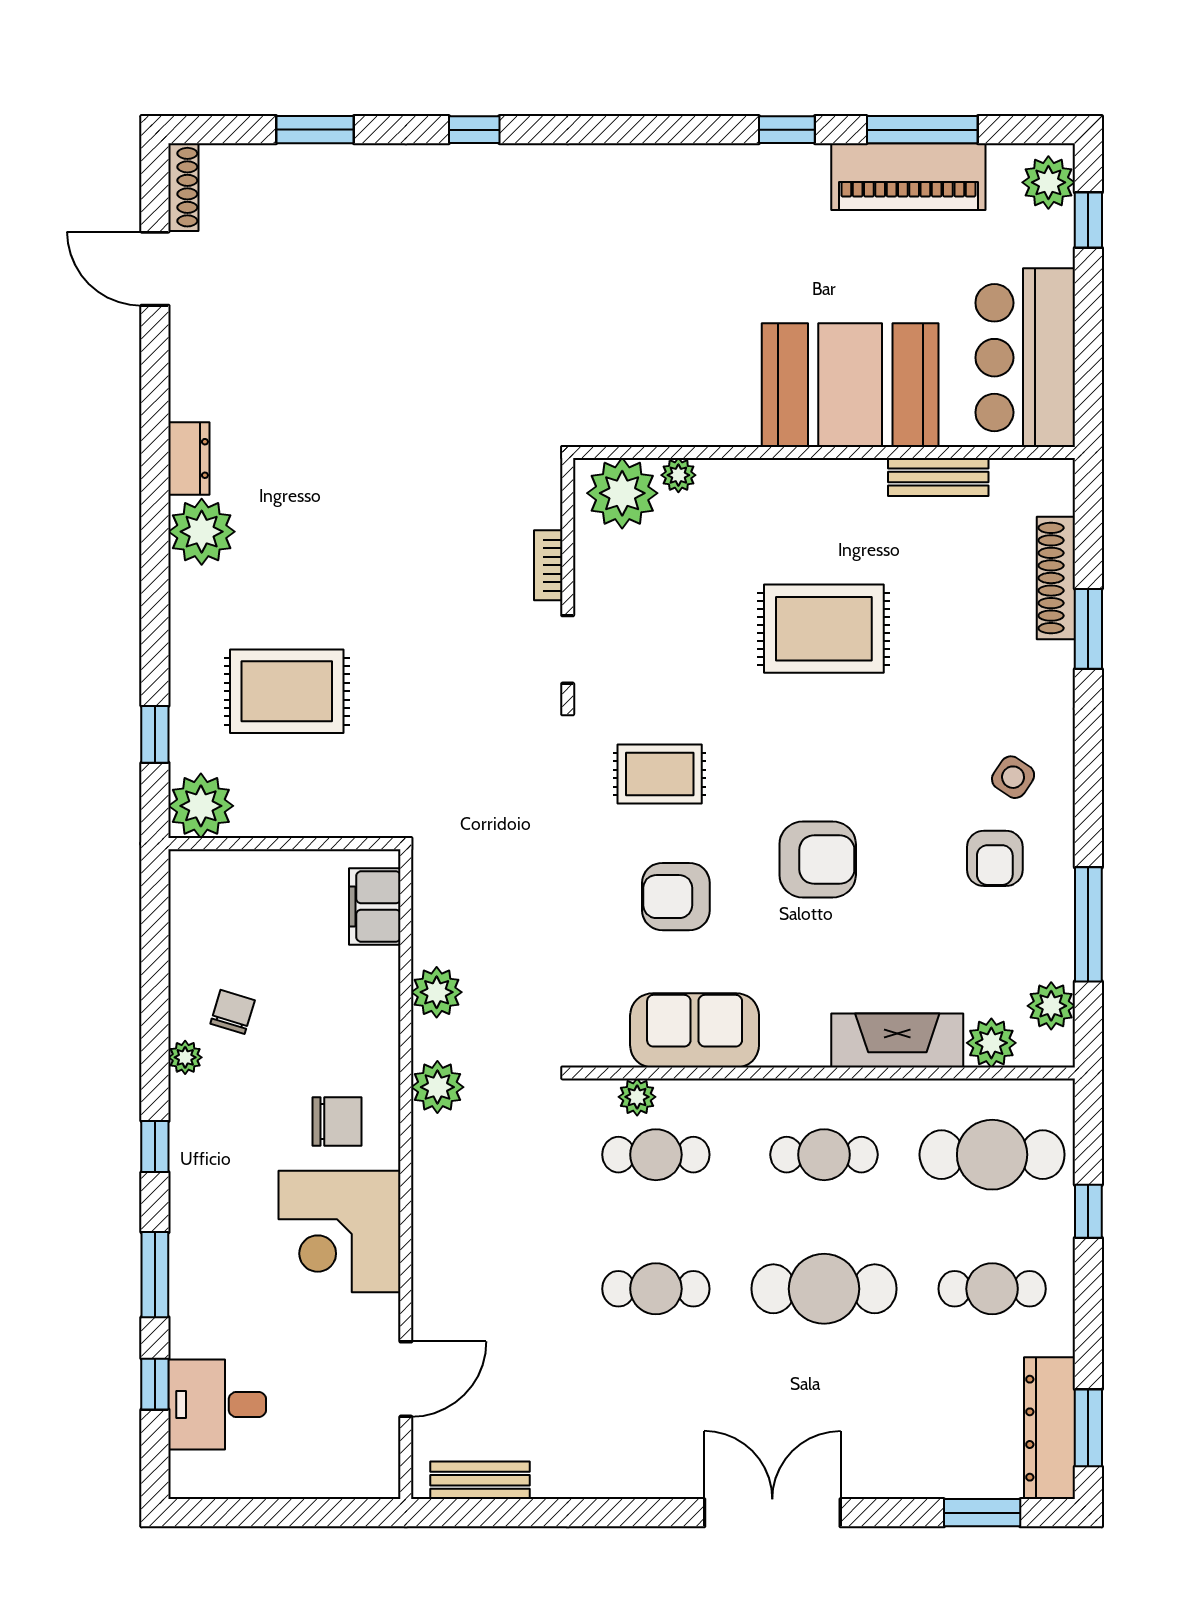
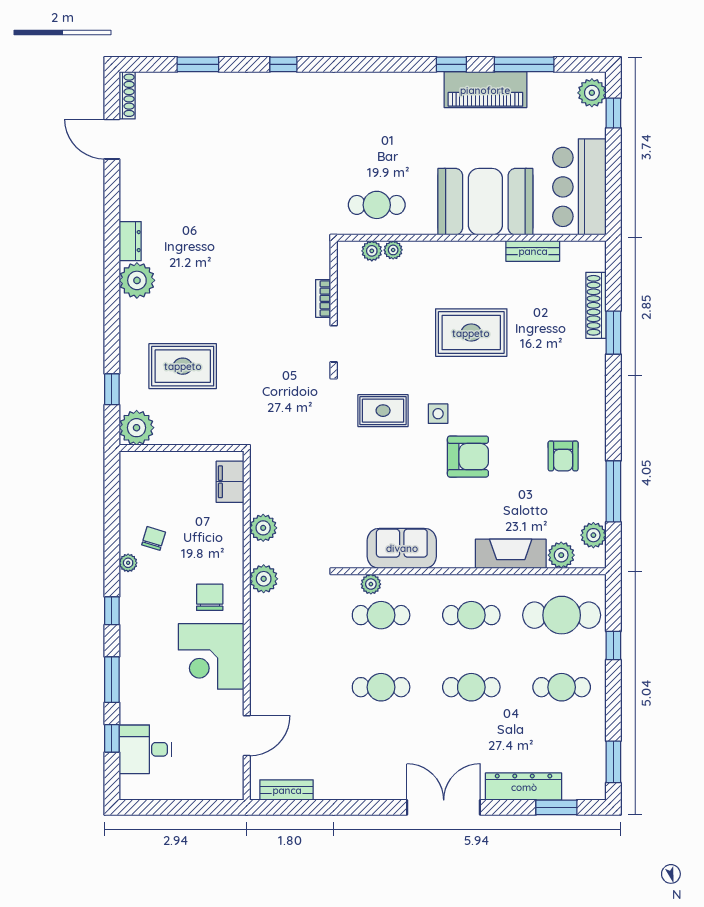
piano: (908, 177) -> (485, 90), moved
cafe table: (648, 391) -> (377, 205), added
plant: (622, 493) -> (372, 251), width x0.53, depth x0.53
side table: (1013, 777) -> (438, 414), moved, turned -34
armchair: (676, 897) -> (392, 476), removed
chair: (337, 1121) -> (210, 597), turned -90
cafe table: (824, 1289) -> (471, 687), width x0.73, depth x0.74
dresser: (1050, 1428) -> (524, 787), moved, turned 90

